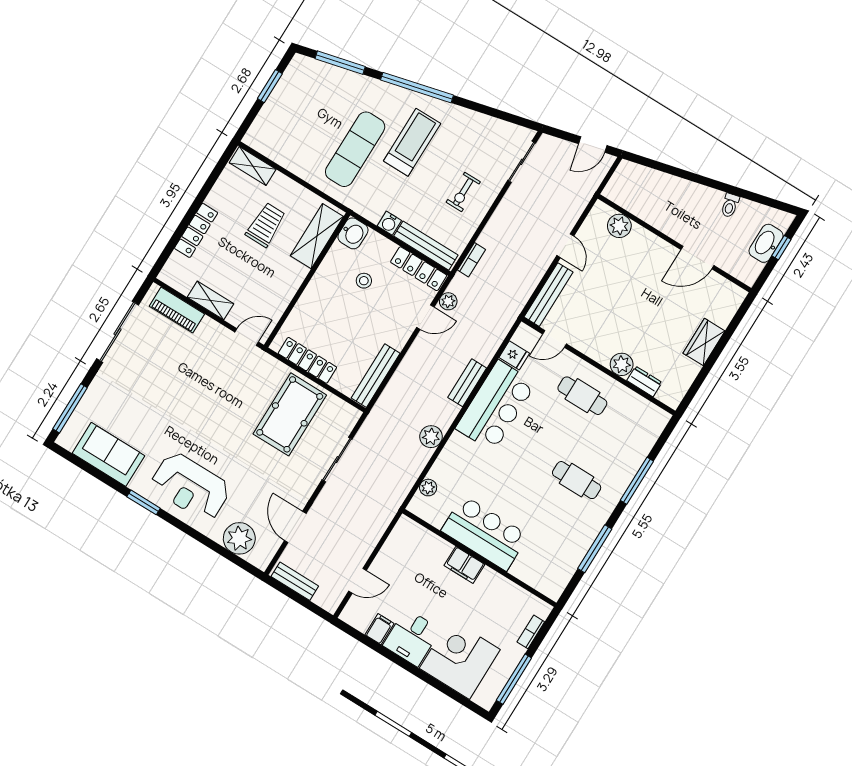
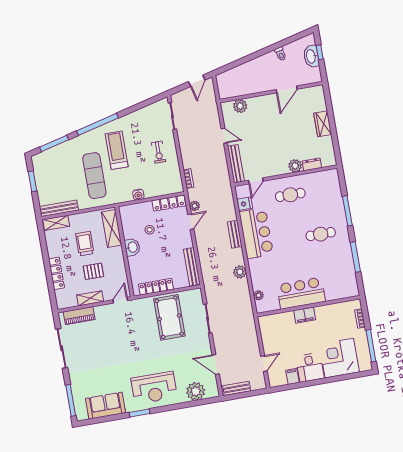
washbasin: (353, 233) -> (132, 247), moved
bench: (426, 246) -> (59, 208), moved
pallet: (245, 270) -> (93, 271), added

